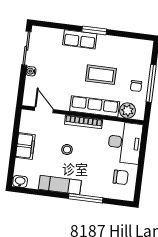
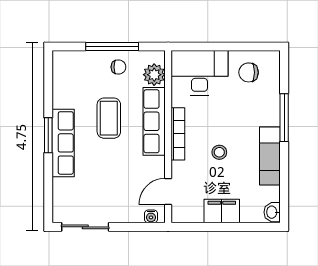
row of seats: (80, 39) -> (63, 143), width x1.48
water cooler: (31, 71) -> (151, 216), moved
chair: (121, 177) -> (249, 72), turned -90

